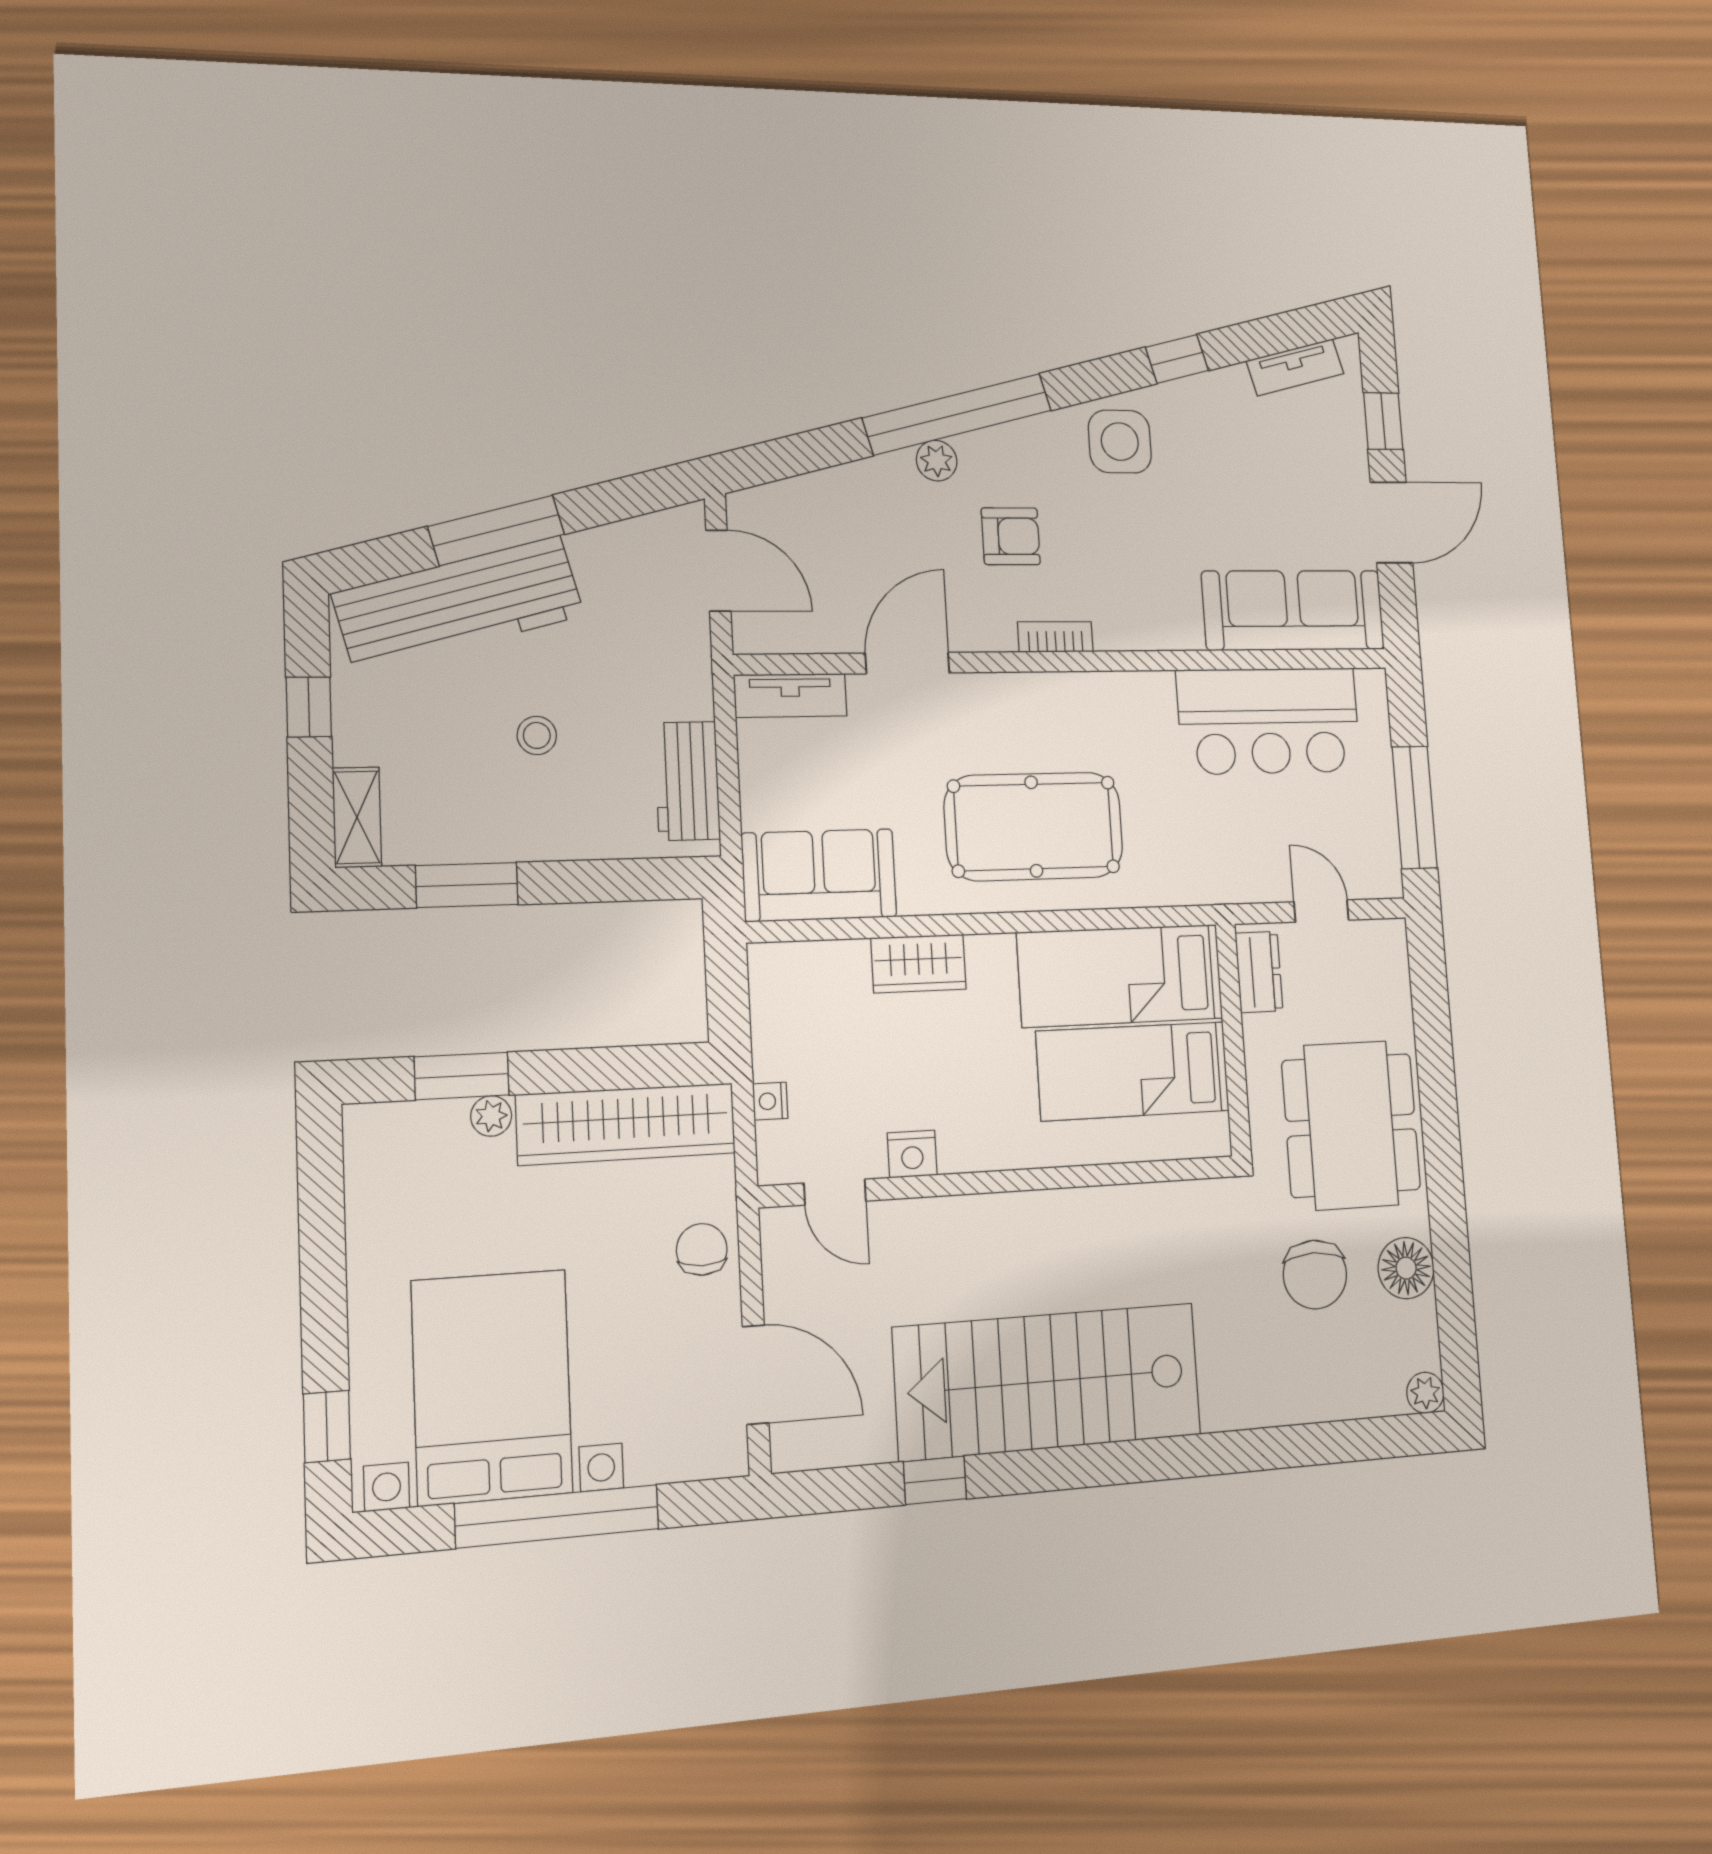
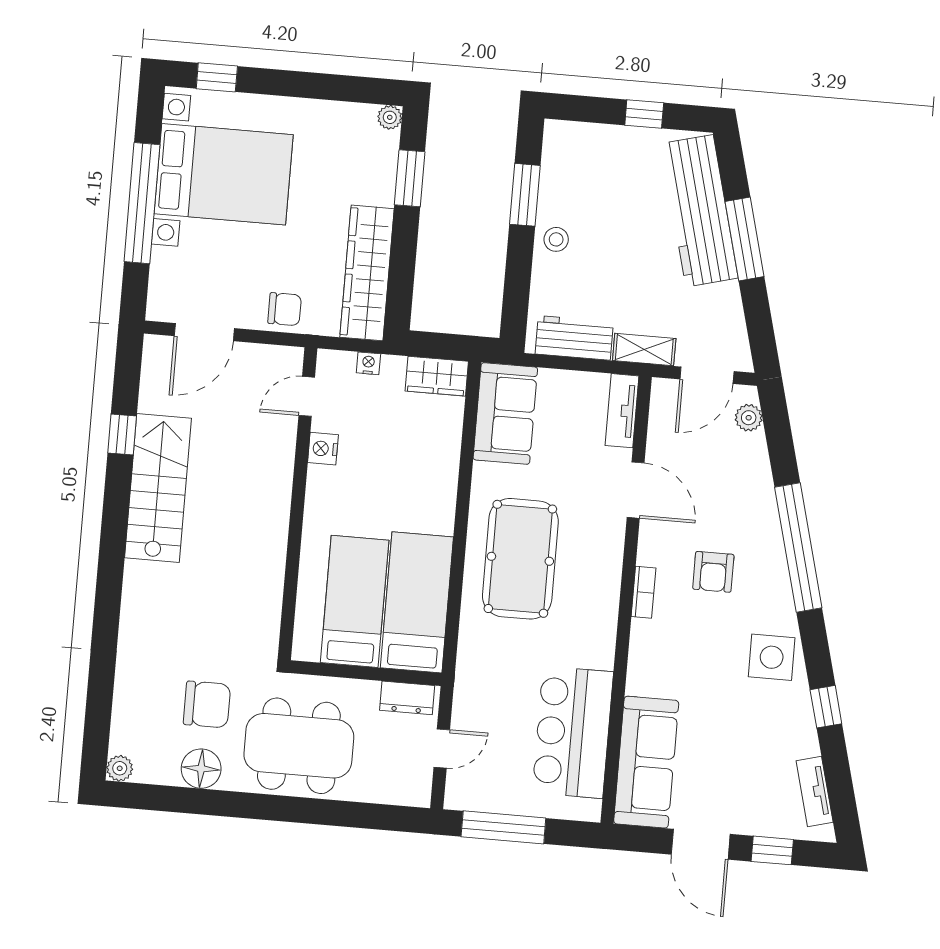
plant: (937, 461) -> (749, 418), moved
stool: (537, 735) -> (556, 239), moved
shelving: (357, 817) -> (644, 350), moved
wardrobe: (918, 964) -> (437, 376), moved, turned -90
plant: (491, 1116) -> (390, 117), moved
chair: (1315, 1275) -> (207, 704), turned 180
stairs: (1048, 1381) -> (158, 488), width x0.73, depth x0.66

